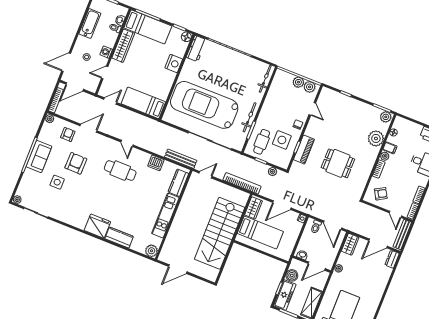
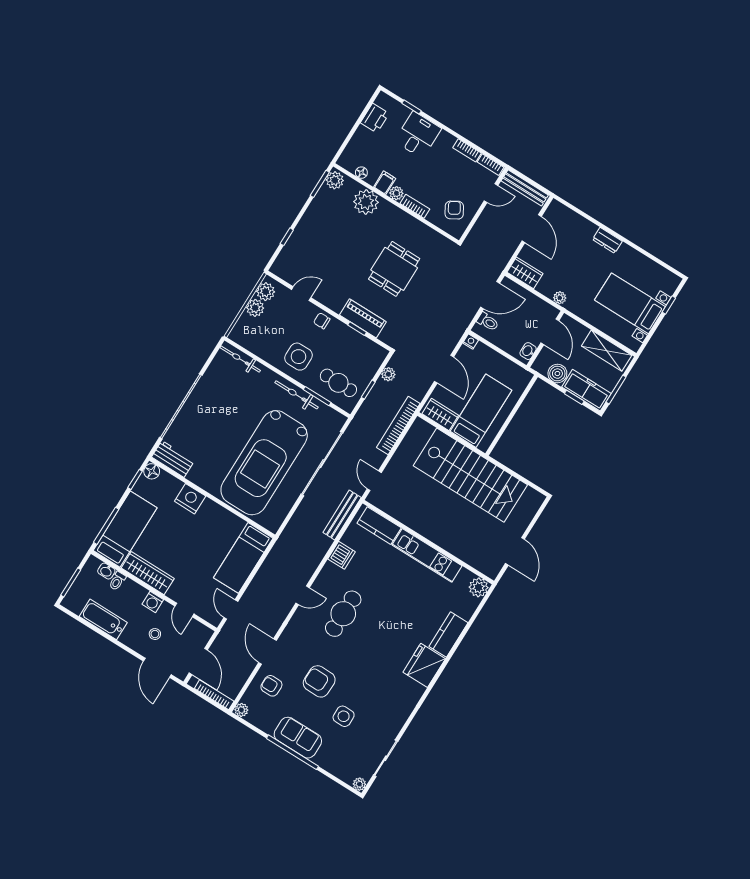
side table: (282, 140) -> (298, 357), moved
dresser: (392, 259) -> (607, 240), moved

